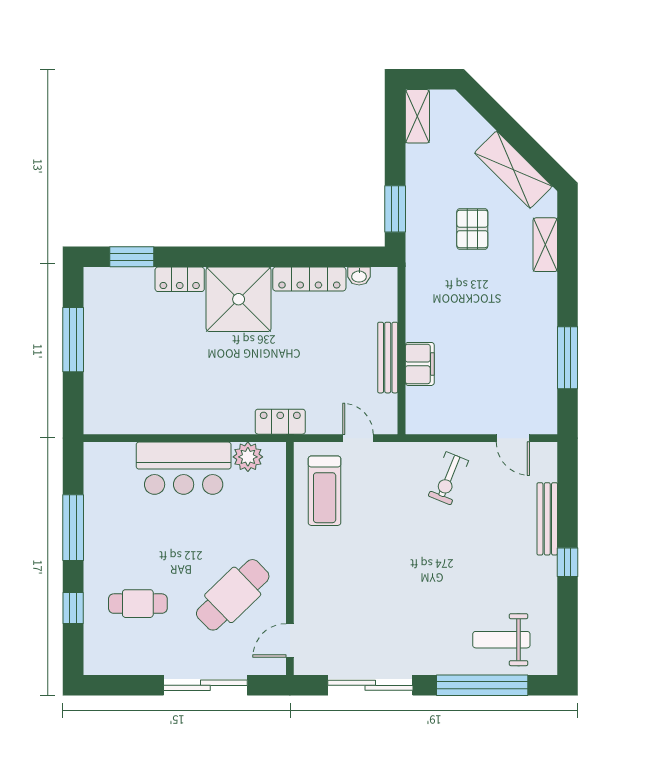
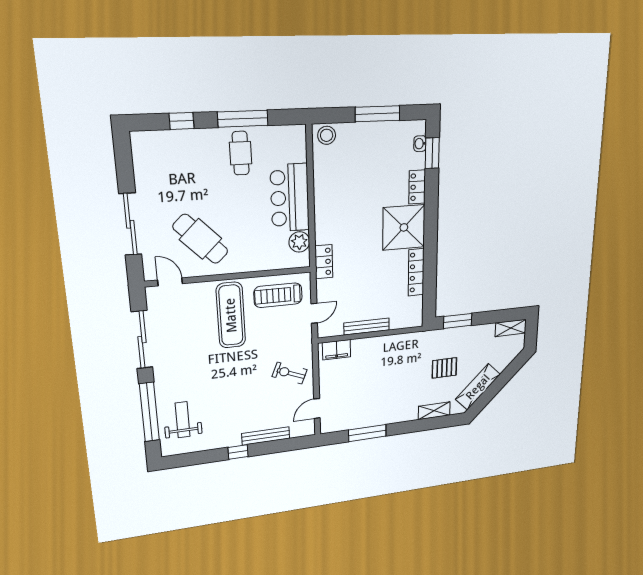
washbasin: (359, 276) -> (420, 144), moved
filing cabinet: (420, 364) -> (337, 350), moved
stool: (100, 413) -> (327, 135), added
exercise mat: (348, 560) -> (231, 315), added
cafe table: (138, 604) -> (241, 153), moved

